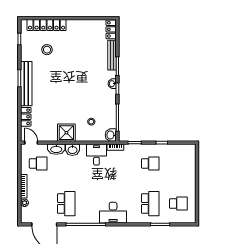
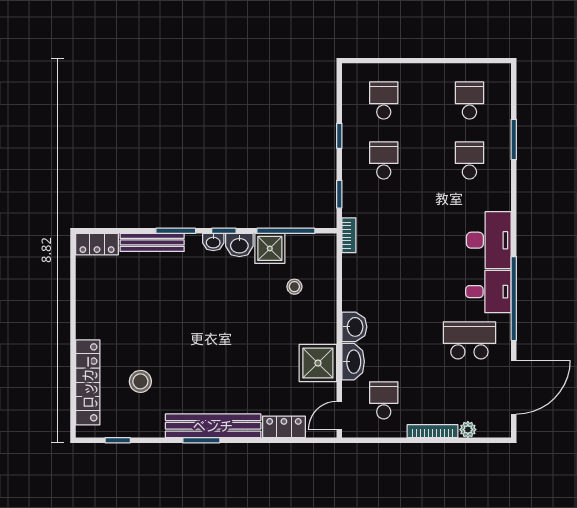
shower: (109, 110) -> (270, 248), added
shower: (66, 133) -> (318, 363), moved
washbasin: (111, 135) -> (239, 245), moved
desk: (96, 155) -> (488, 292), moved, turned 180
school desk: (178, 163) -> (384, 101), added
school desk: (150, 204) -> (469, 161), width x0.54

